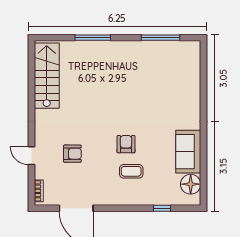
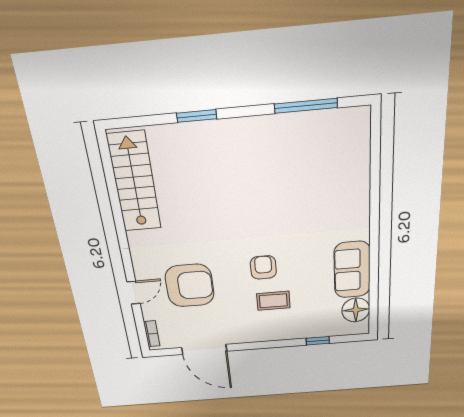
window: (93, 38) -> (197, 116), width x0.69
armchair: (72, 154) -> (190, 286), width x1.88, depth x1.88
door: (32, 156) -> (134, 293), swing flipped

